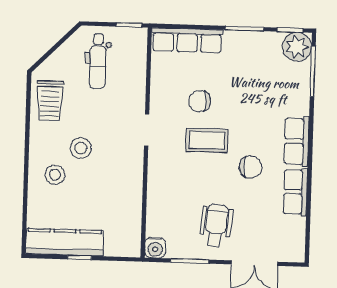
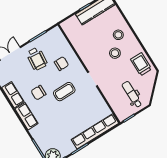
row of seats: (187, 40) -> (95, 131), width x1.36
chair: (200, 101) -> (61, 64), moved
water cooler: (155, 248) -> (56, 32), removed

